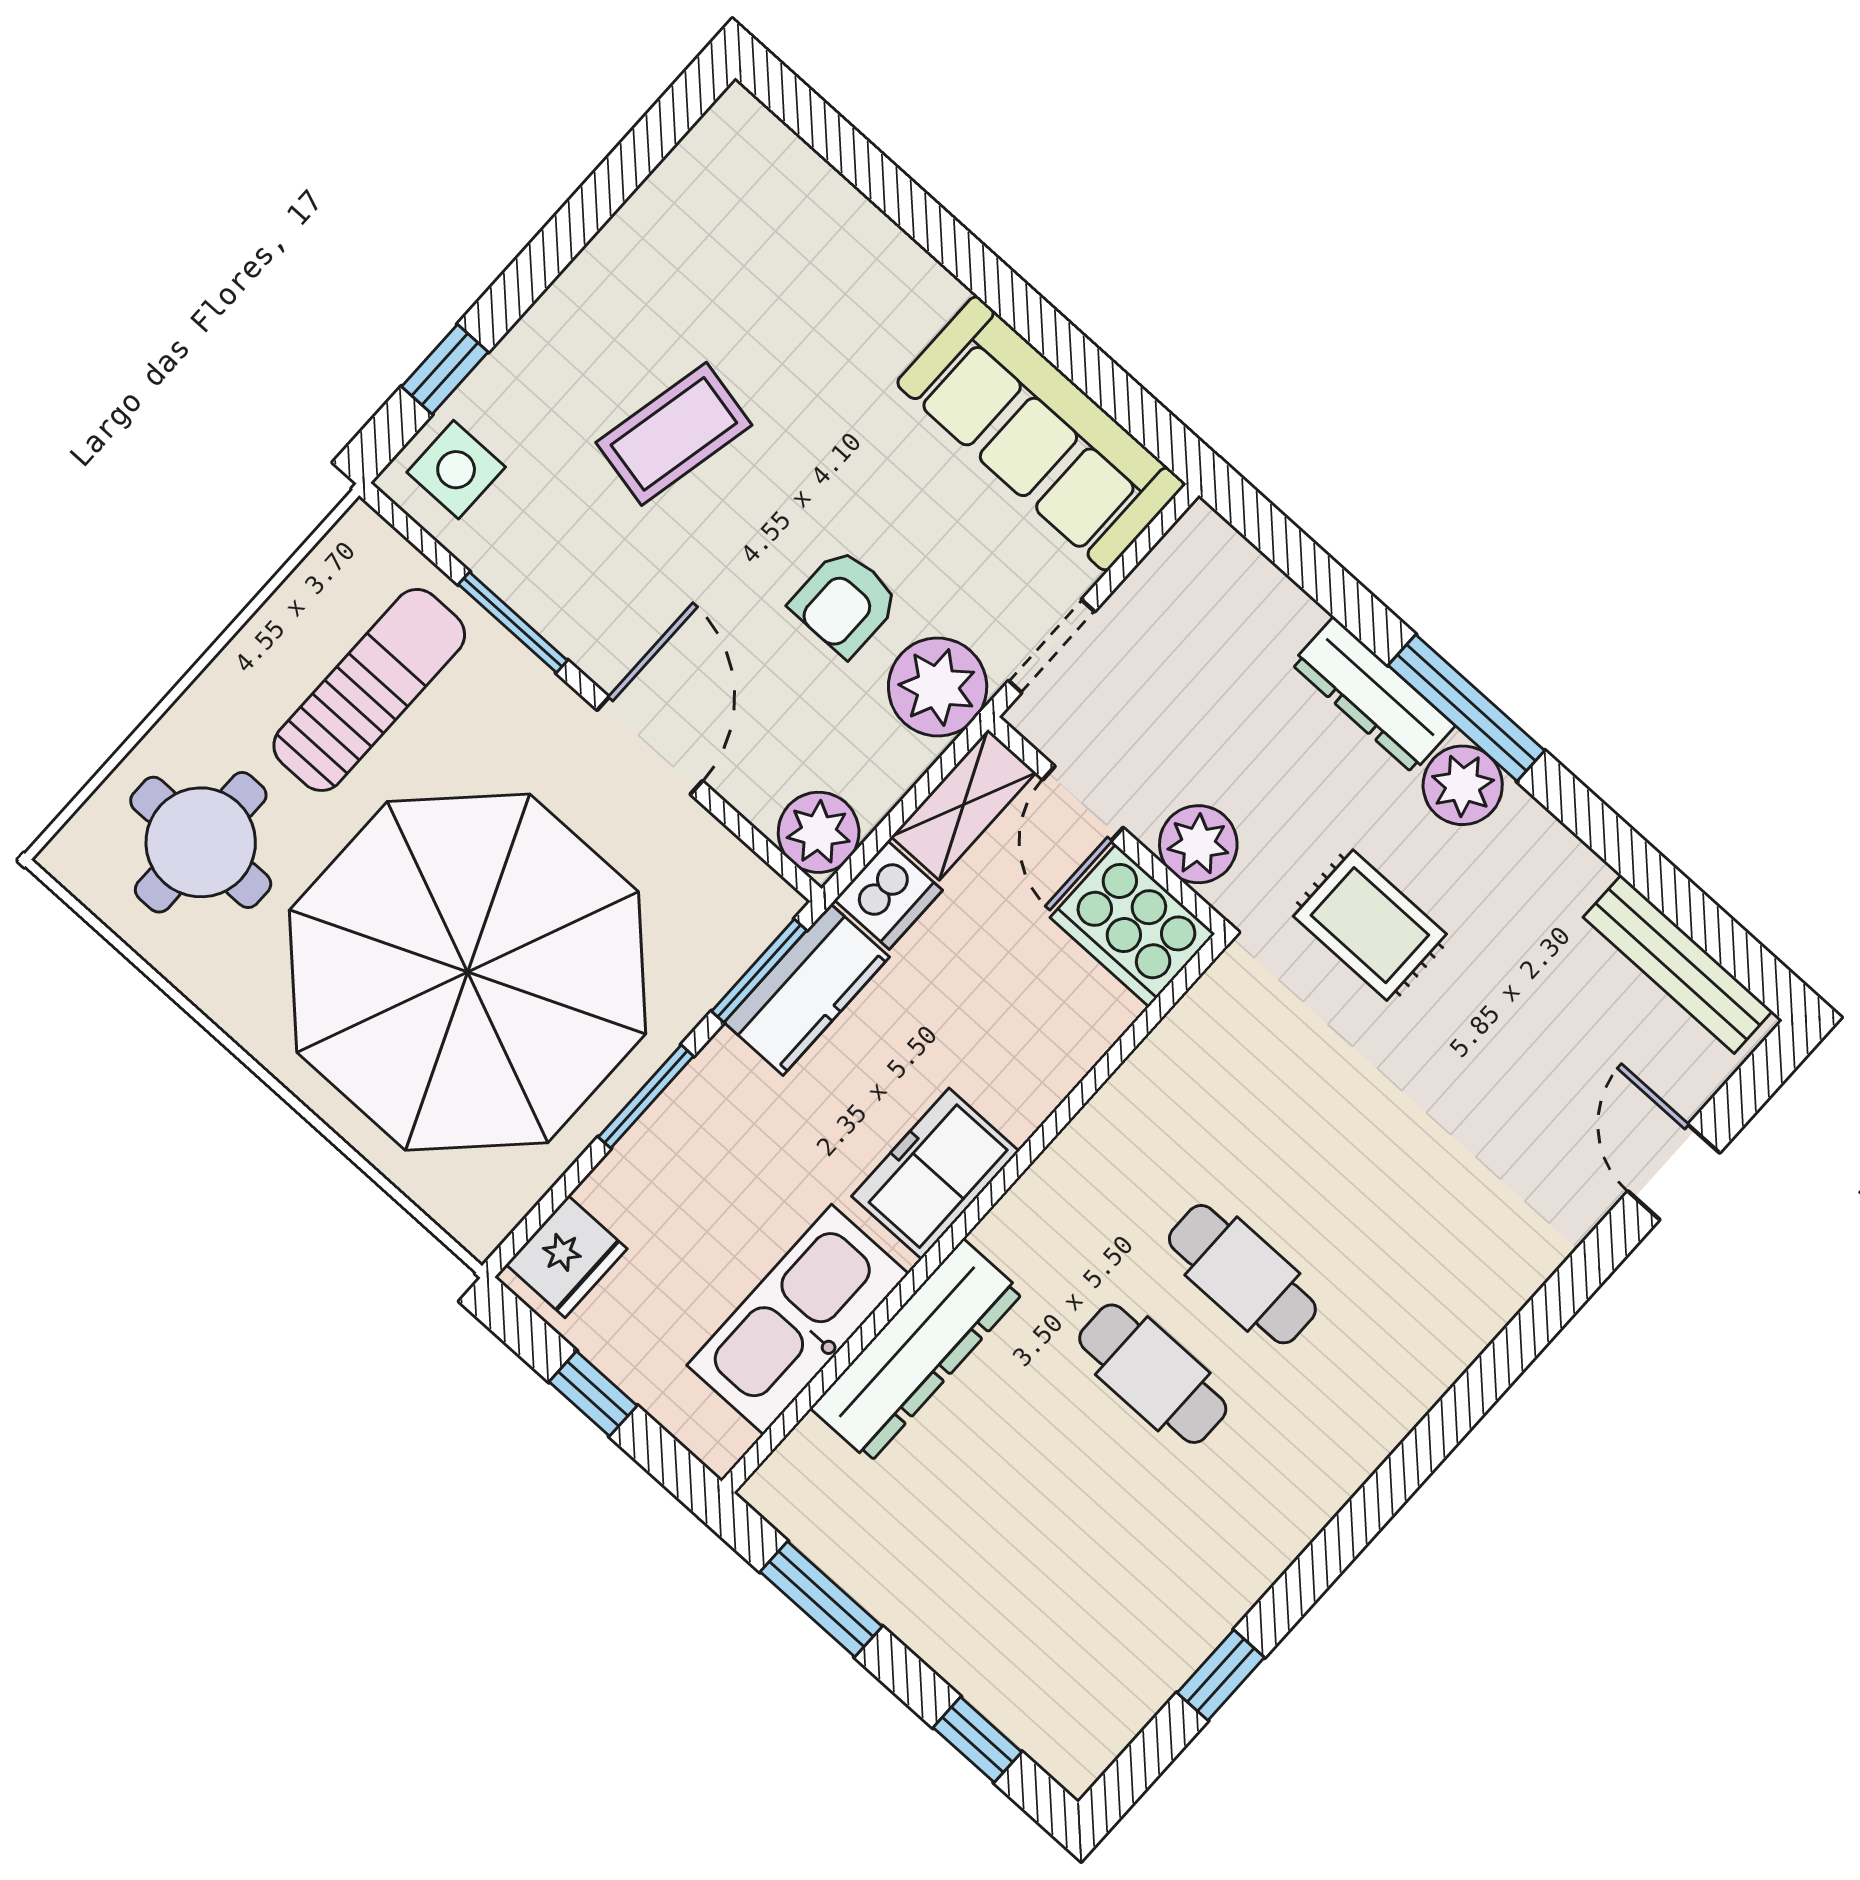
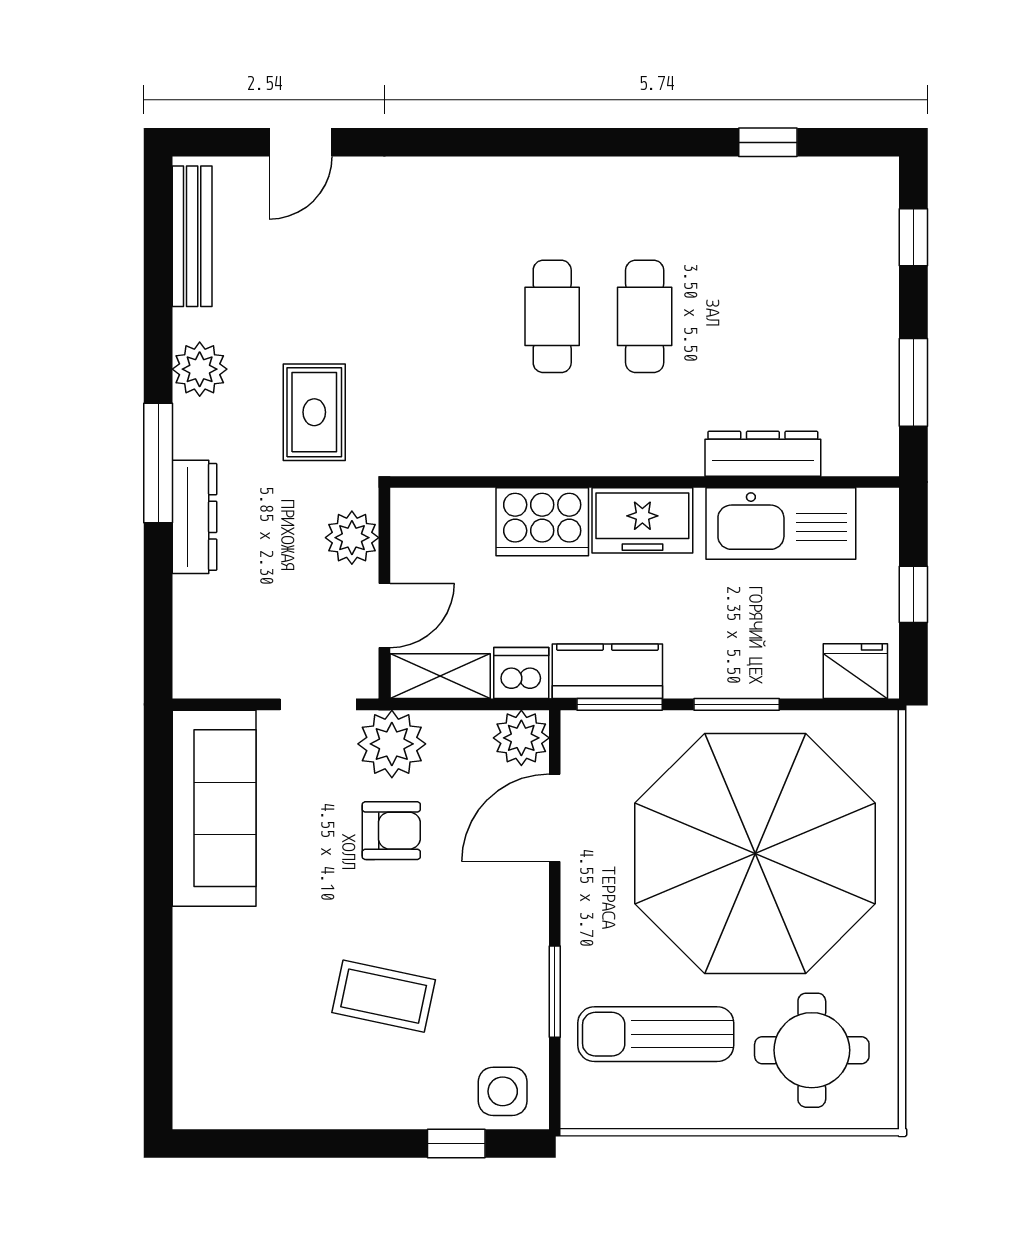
door: (650, 745) -> (555, 818), moved
plant: (1463, 785) -> (200, 369), moved
cooker: (1132, 926) -> (542, 522), moved, turned 90
dresser: (917, 1351) -> (763, 454), width x0.73, depth x0.80

